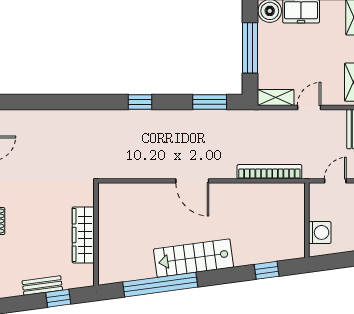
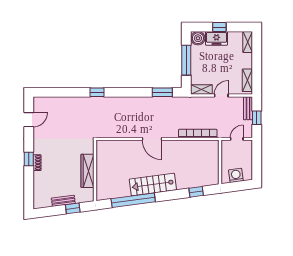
window: (140, 102) -> (97, 92), moved
washing machine: (320, 232) -> (236, 175), moved, turned -98

